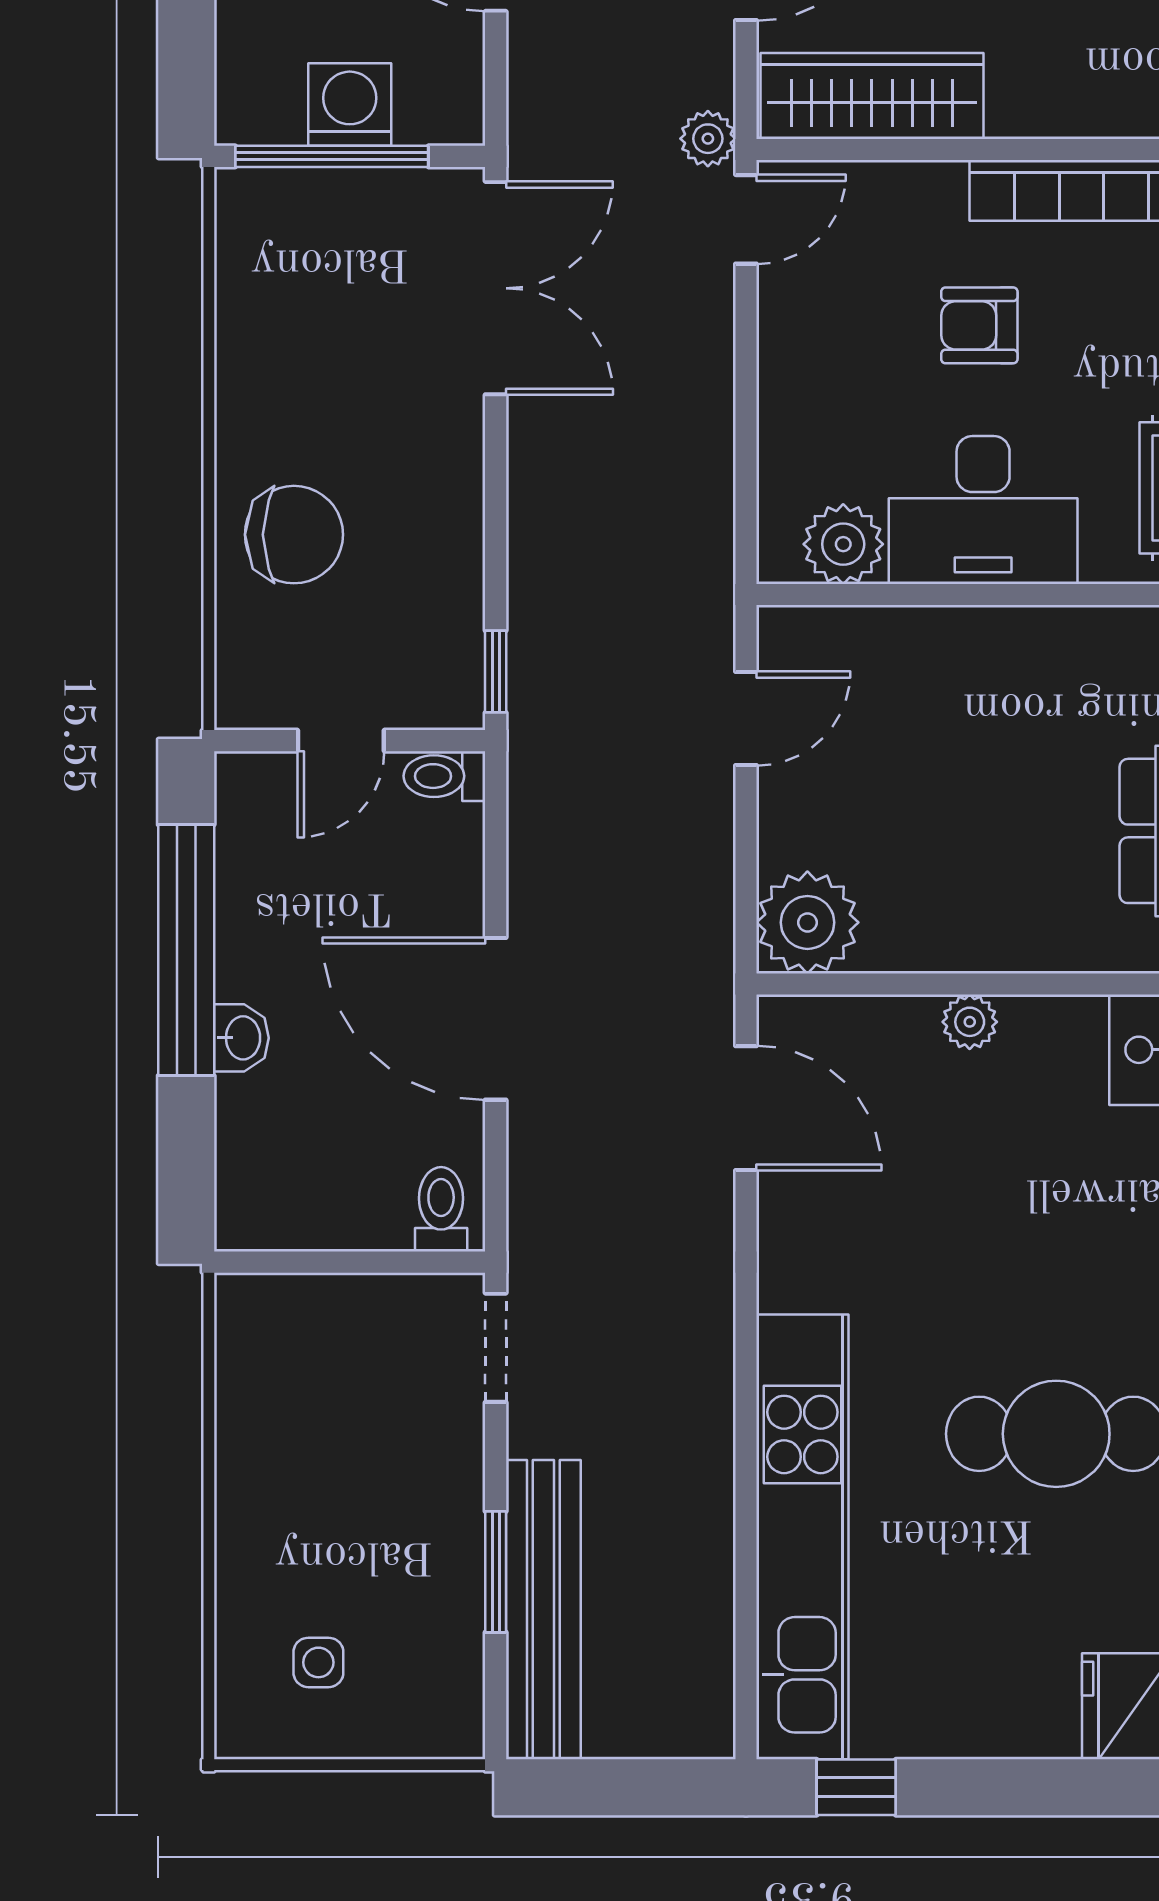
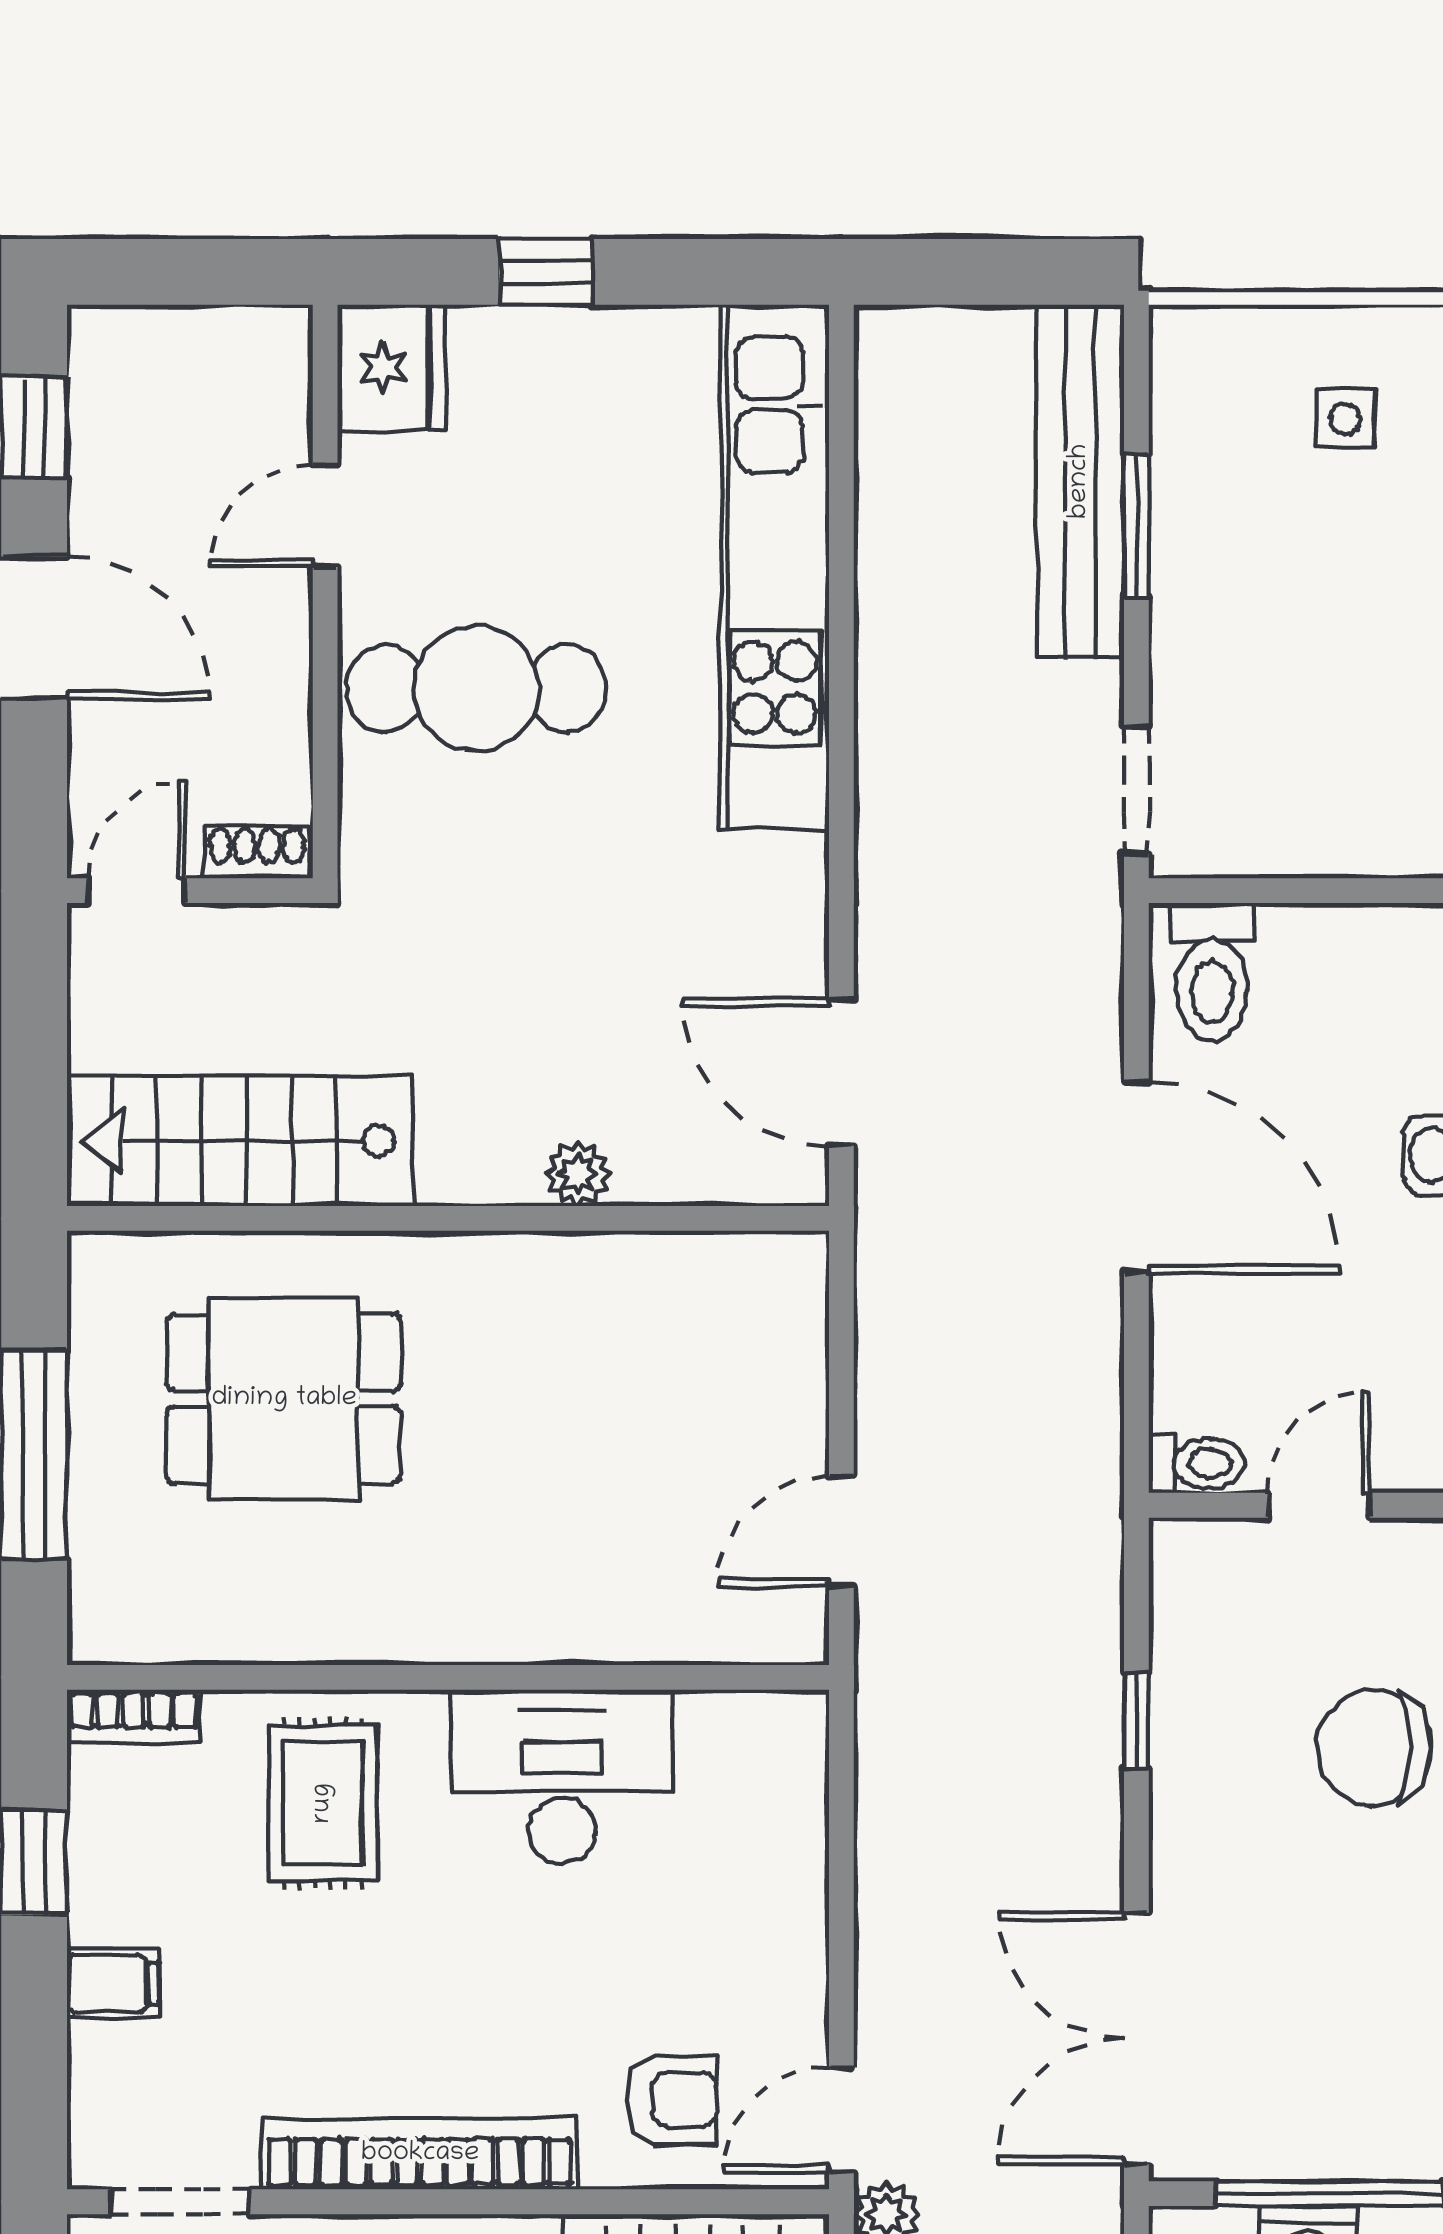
armchair: (979, 325) -> (672, 2100), moved
plant: (843, 544) -> (727, 1737), removed
window: (496, 672) -> (1136, 1721), moved
plant: (807, 922) -> (769, 1291), removed
toilet: (441, 1209) -> (1212, 972), width x1.37, depth x1.39
window: (856, 1787) -> (546, 272), moved

